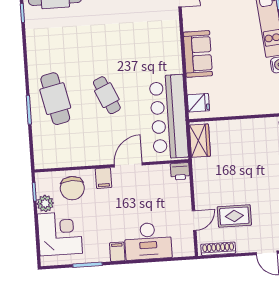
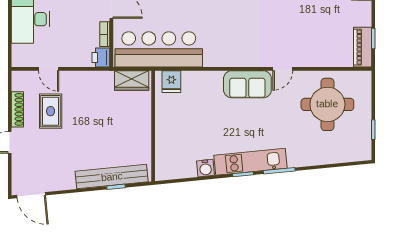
sofa: (198, 54) -> (247, 84), moved
bookcase: (157, 169) -> (105, 34), added
shoe rack: (218, 249) -> (17, 109), moved

